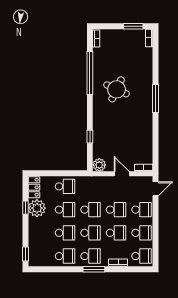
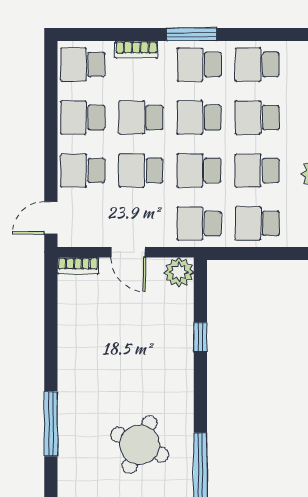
school desk: (90, 186) -> (199, 223), added

